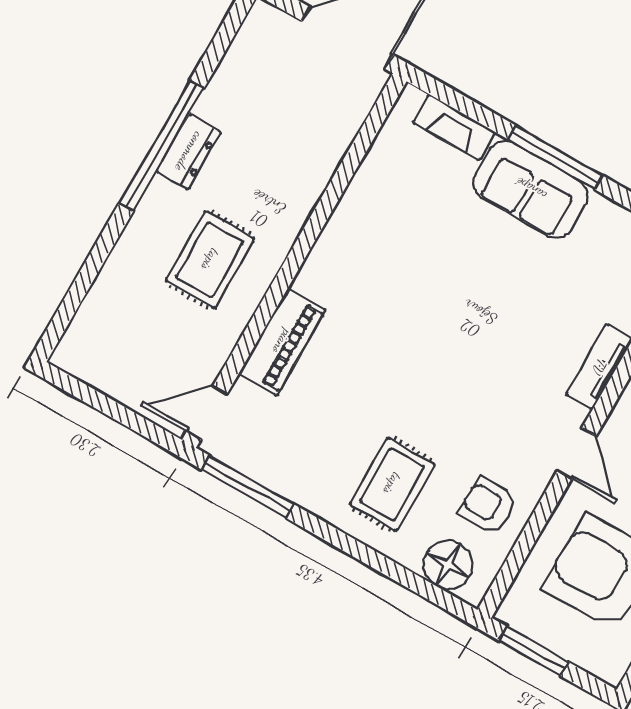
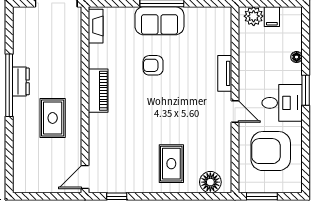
fireplace: (454, 127) -> (96, 26), moved, turned -90
piano: (282, 342) -> (98, 91), moved
window: (248, 487) -> (117, 196), width x0.46
armchair: (488, 505) -> (153, 65), moved

